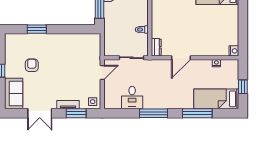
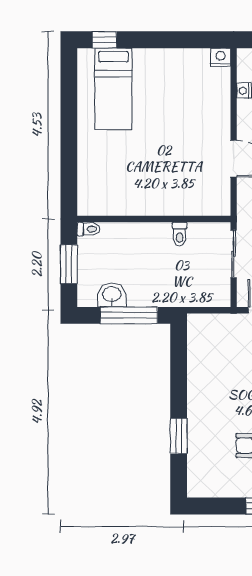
dresser: (156, 47) -> (213, 206), removed

